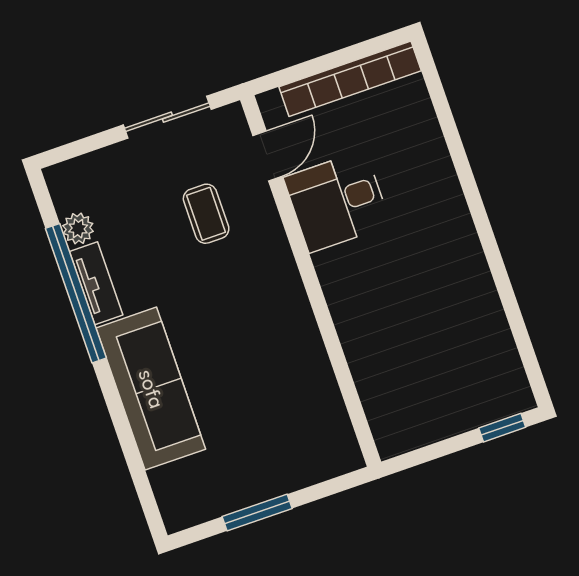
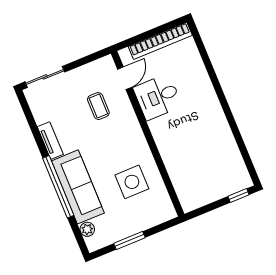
sliding door: (167, 117) -> (45, 77), moved
plant: (78, 228) -> (87, 229), moved
window: (76, 293) -> (58, 187), moved
side table: (270, 384) -> (132, 182), added

